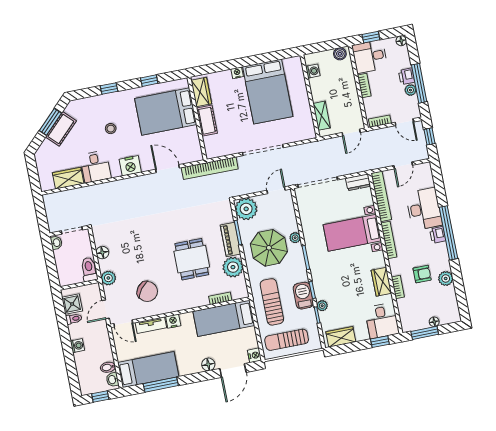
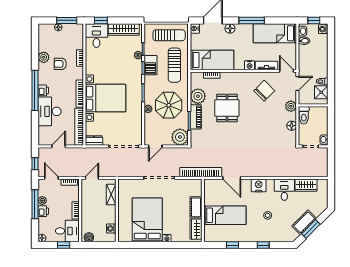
bed: (166, 112) -> (225, 215), width x0.67
bed with nightstands: (352, 233) -> (105, 98), width x1.36
wardrobe: (381, 282) -> (91, 64), removed
chair: (147, 291) -> (264, 91), turned 97
wardrobe: (341, 337) -> (124, 30), width x1.50
washing machine: (77, 346) -> (323, 29), moved
window: (161, 385) -> (252, 20), moved

